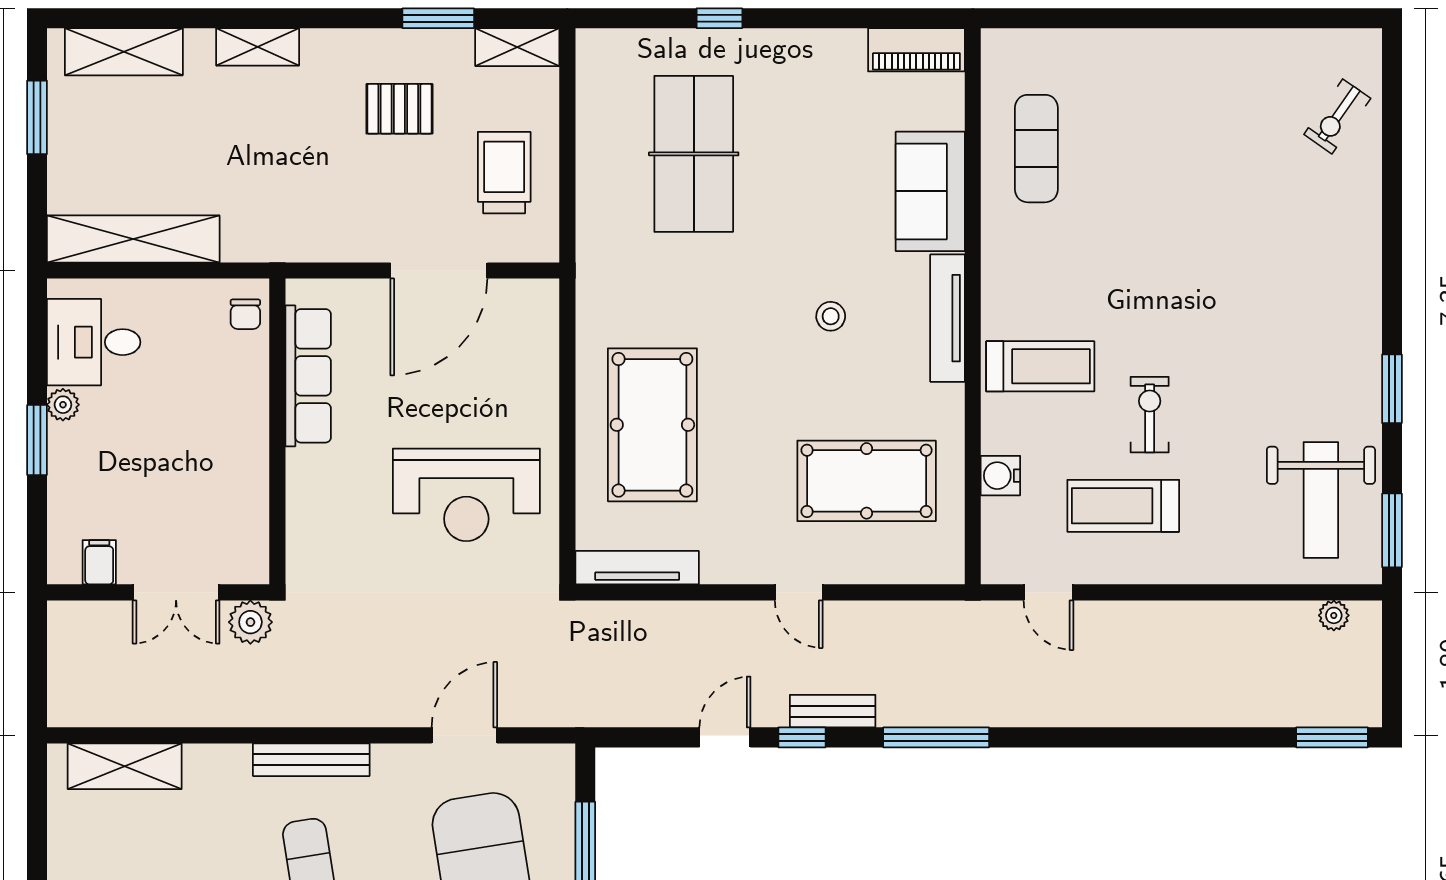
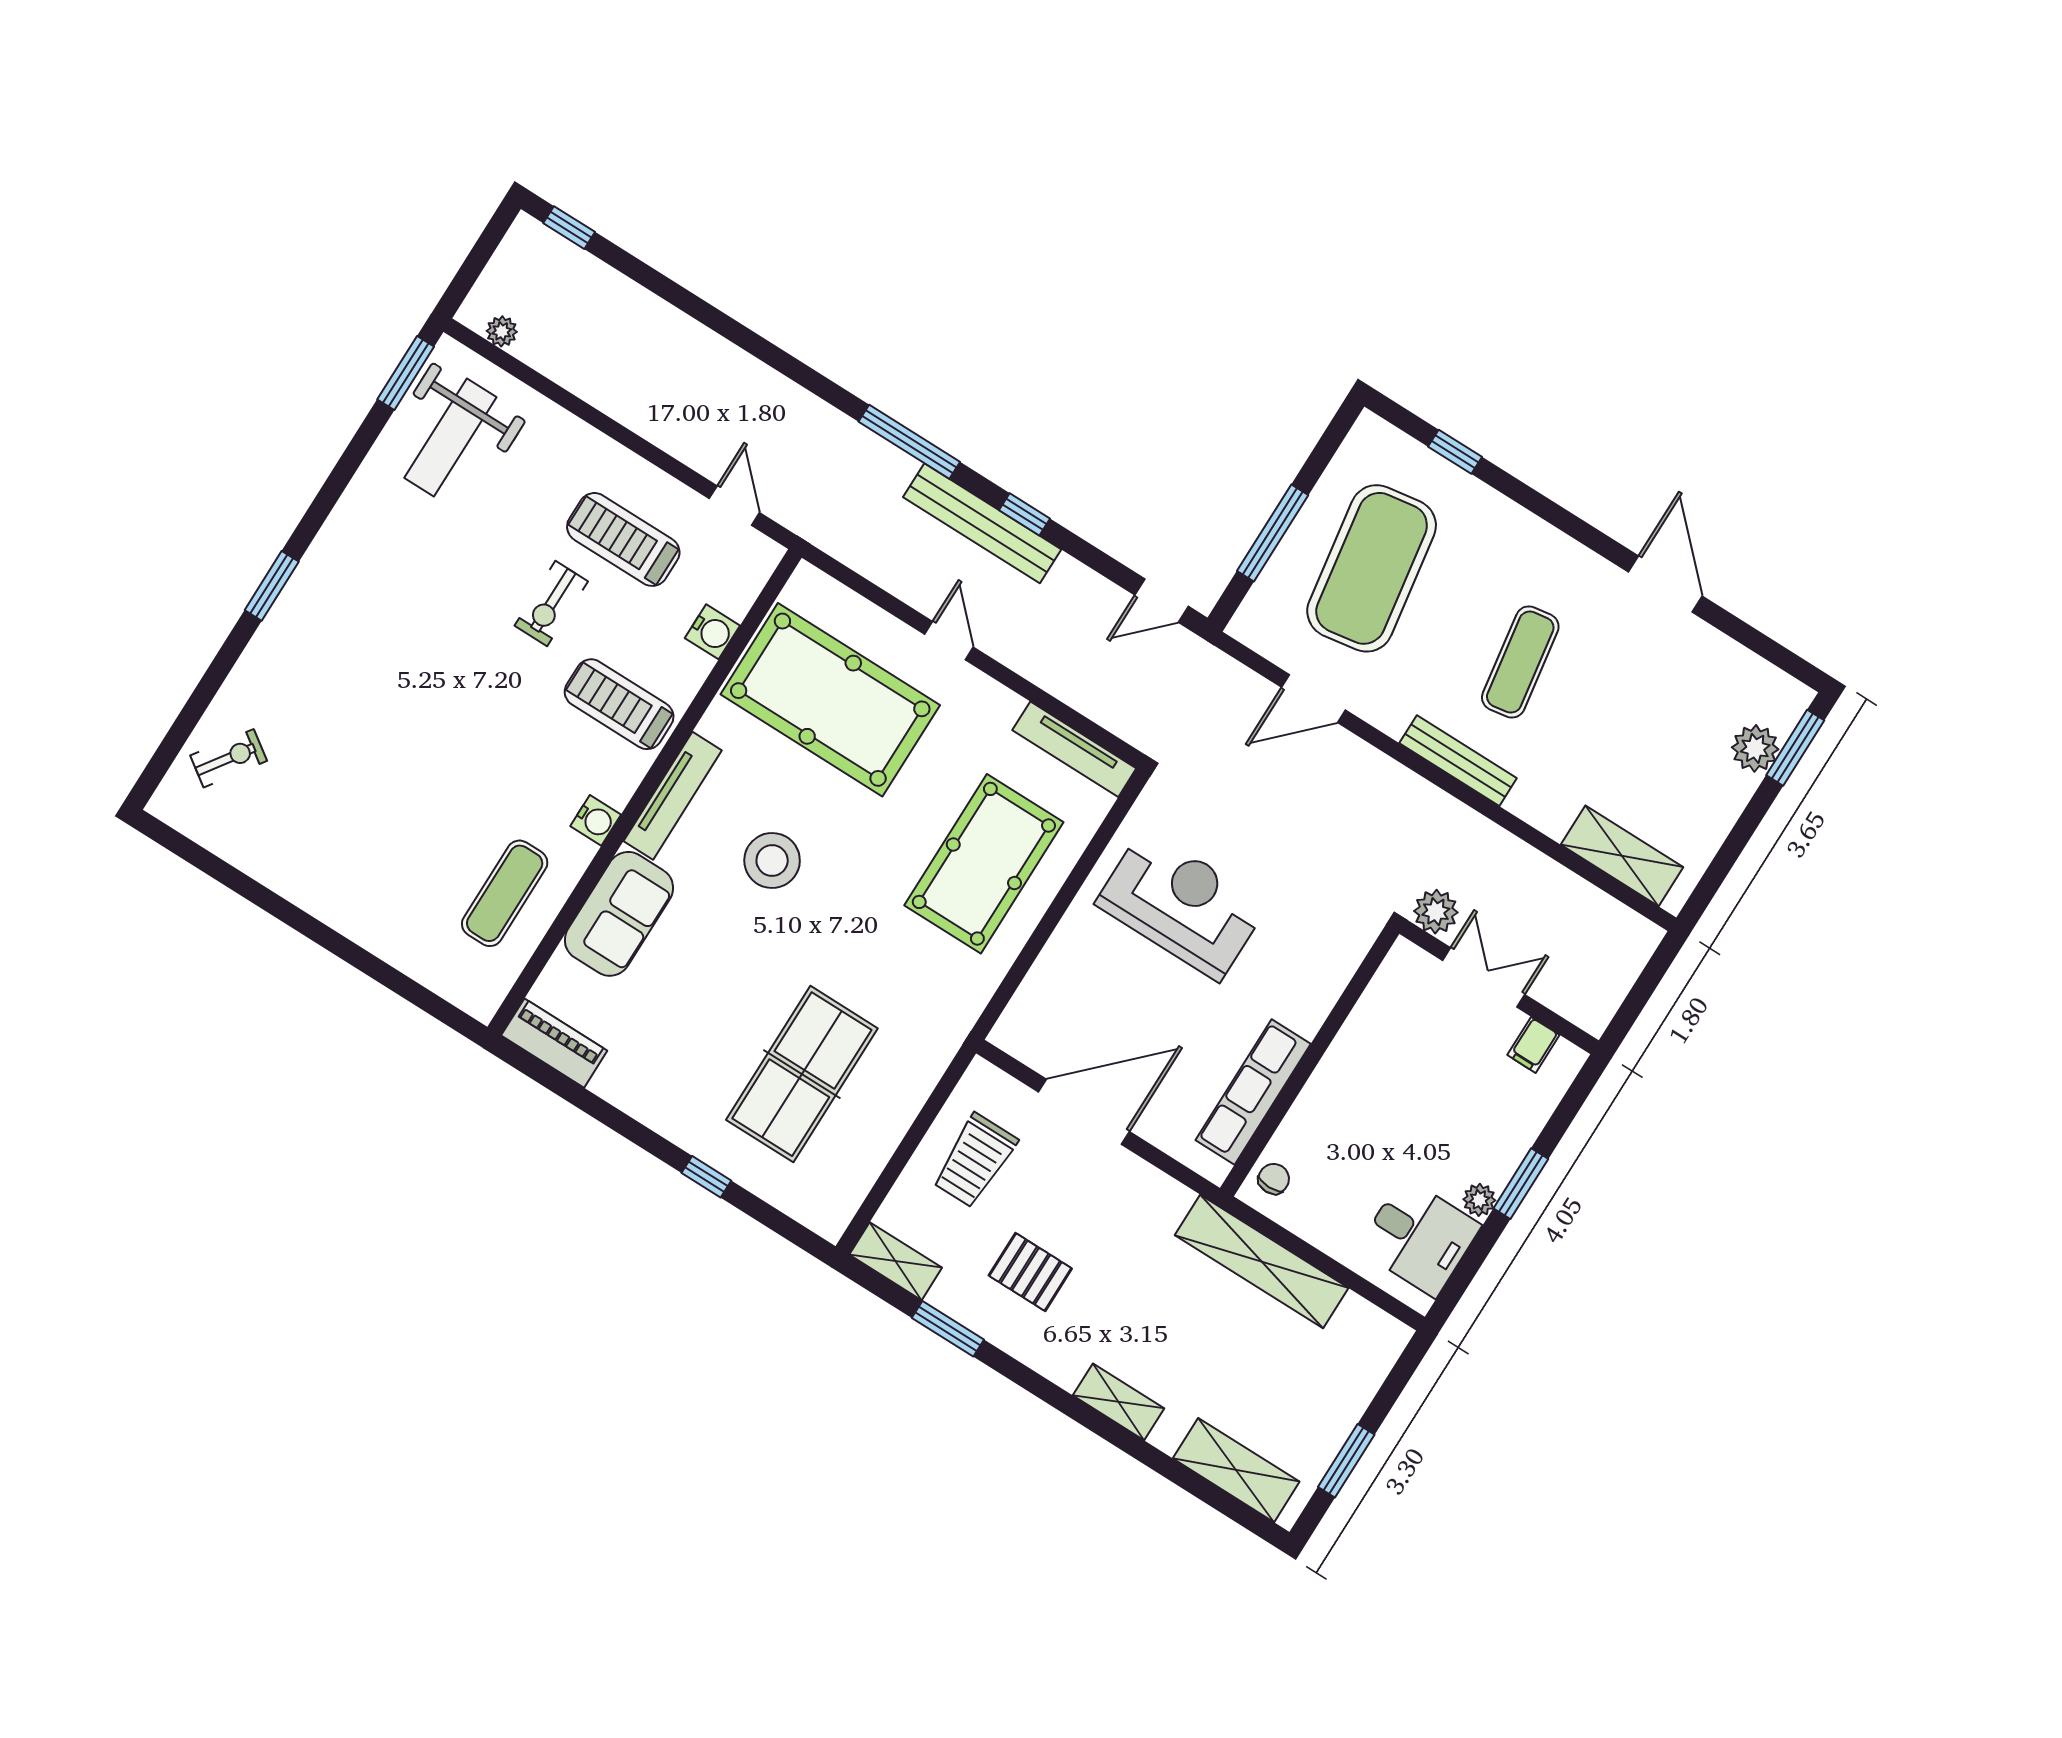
shelving: (133, 239) -> (1262, 1262), moved
water cooler: (999, 257) -> (596, 820), added
stool: (831, 316) -> (772, 860), width x1.89, depth x1.89
window: (1392, 389) -> (272, 586), moved
pool table: (867, 481) -> (830, 700), width x1.36, depth x1.32
weight bench: (1321, 500) -> (450, 437), turned 180
treadmill: (1123, 506) -> (623, 539), turned 180
bench: (833, 711) -> (982, 523), width x1.86, depth x1.21
door: (725, 737) -> (1162, 601), moved
window: (1332, 737) -> (569, 228), width x0.67

